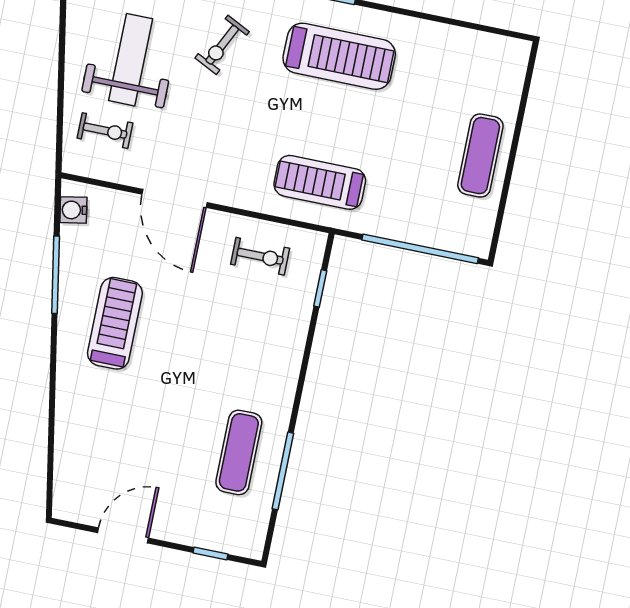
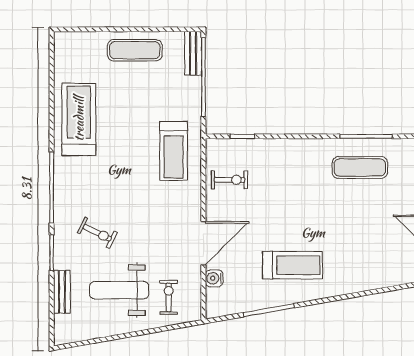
treadmill: (339, 56) -> (79, 119), moved
water cooler: (73, 210) -> (214, 278), moved, turned 100
bench: (458, 241) -> (193, 53), added
exercise bike: (260, 256) -> (230, 180), turned 90
treadmill: (115, 323) -> (292, 265), turned 180

